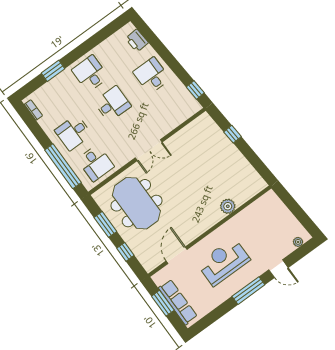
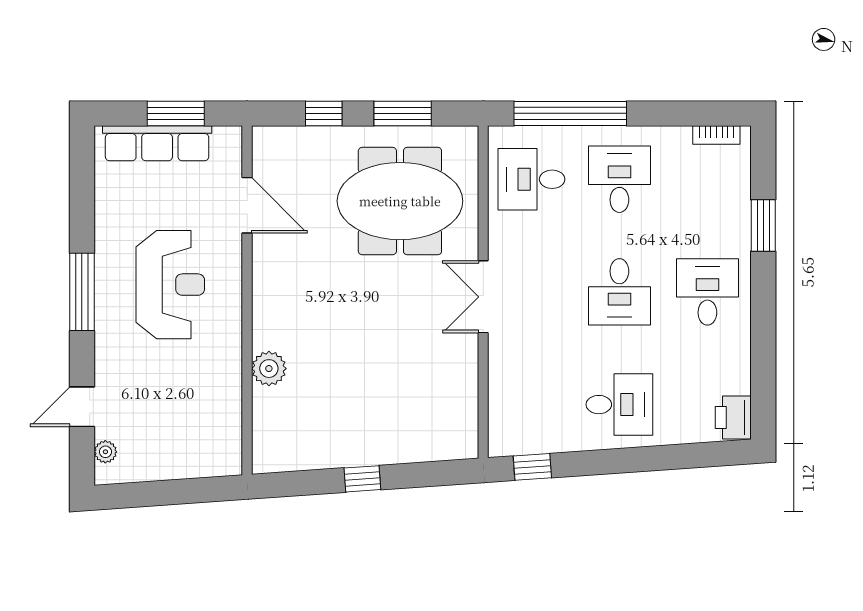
printer: (137, 41) -> (733, 417), moved, turned -86
desk: (90, 73) -> (707, 292), turned -90
window: (232, 134) -> (362, 479), moved
door: (278, 269) -> (82, 407), moved

